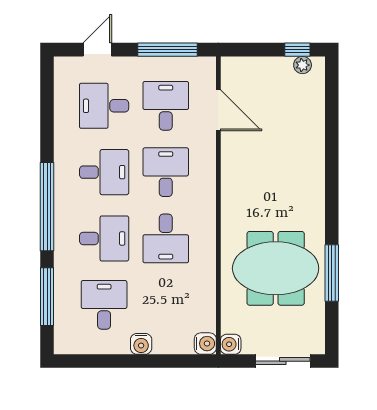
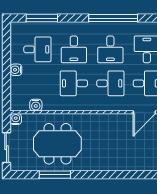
window: (47, 207) -> (113, 18), moved
meeting table: (276, 268) -> (57, 144), turned 90
water cooler: (205, 344) -> (36, 105), moved

